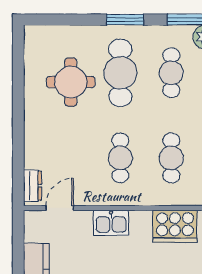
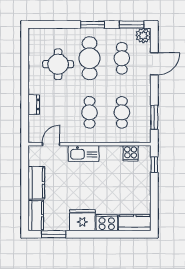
dresser: (32, 186) -> (34, 104), moved
kitchen sink: (111, 223) -> (84, 153), width x1.38
cooker: (175, 226) -> (131, 153), width x0.53, depth x0.76

